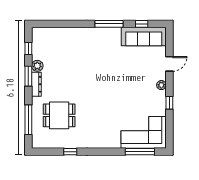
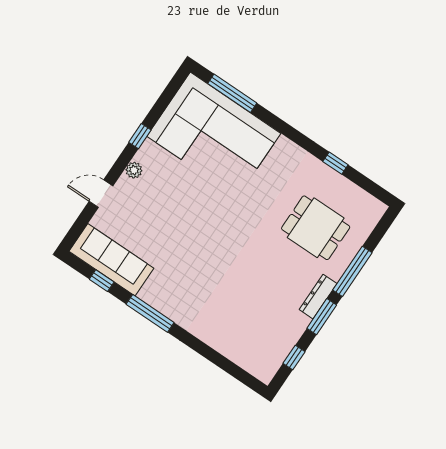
plant: (37, 66) -> (298, 323), removed
window: (28, 120) -> (352, 271), moved
corner sofa: (144, 132) -> (214, 135), width x1.36, depth x1.36

